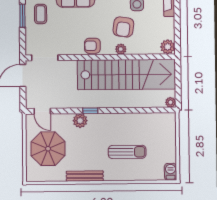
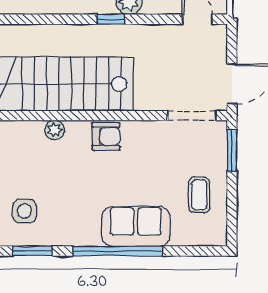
window: (22, 16) -> (232, 150), moved
armchair: (123, 27) -> (50, 170), removed

